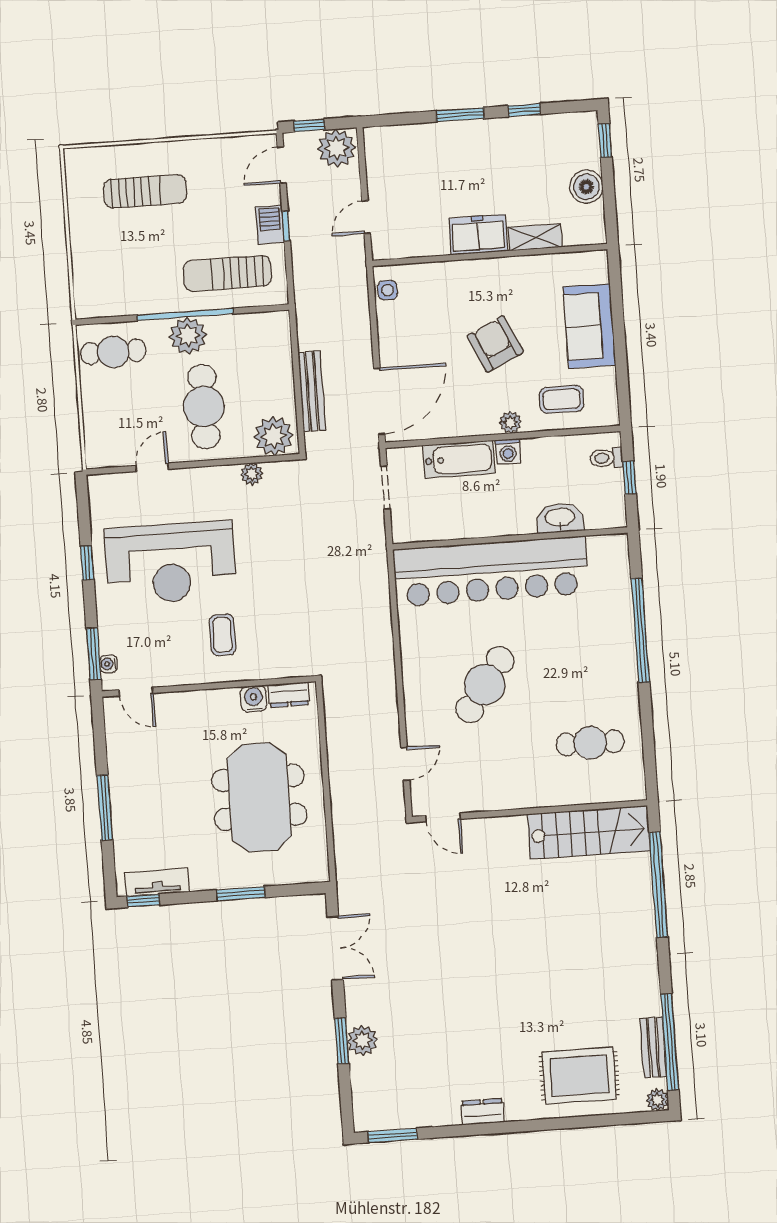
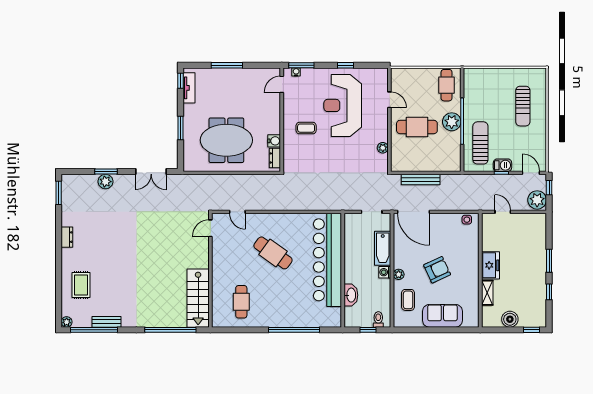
plant: (274, 436) -> (400, 160), removed
bench: (653, 1047) -> (107, 322), moved
rug: (579, 1076) -> (81, 285), width x0.73, depth x0.70

